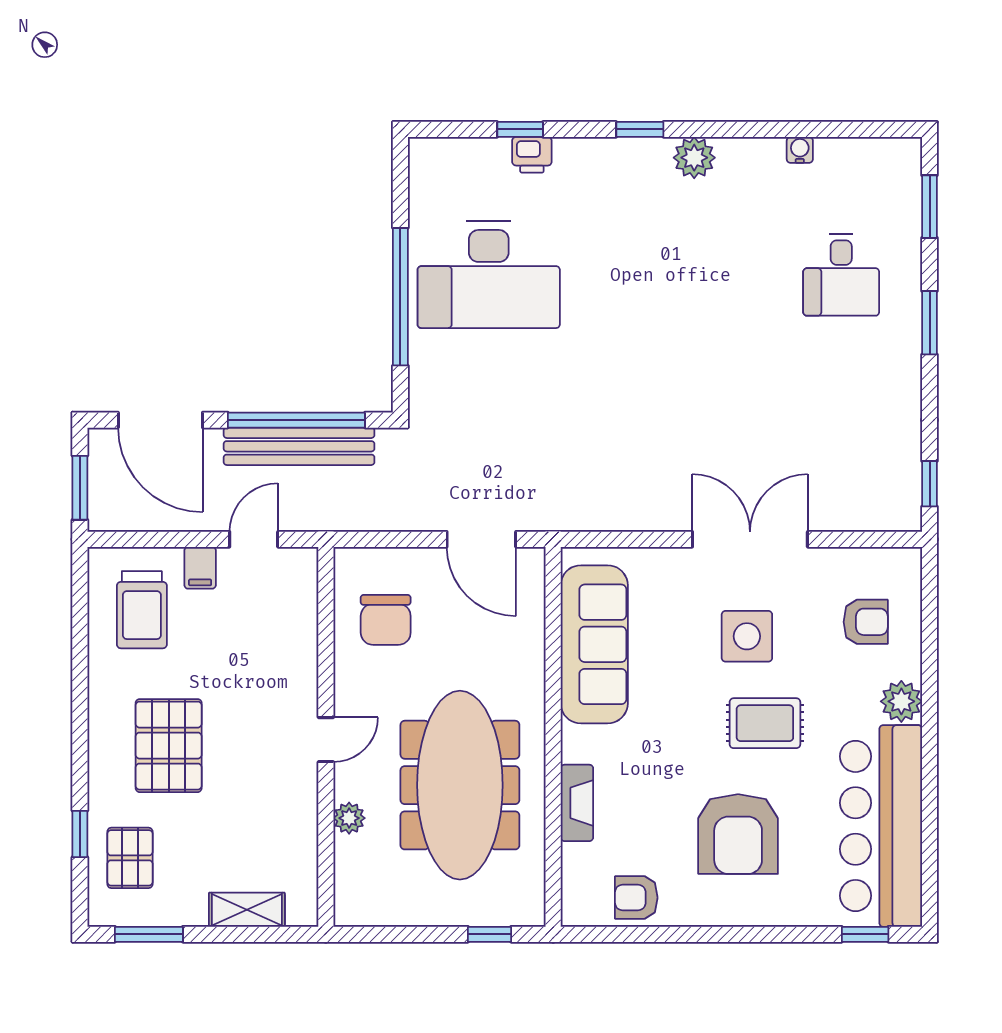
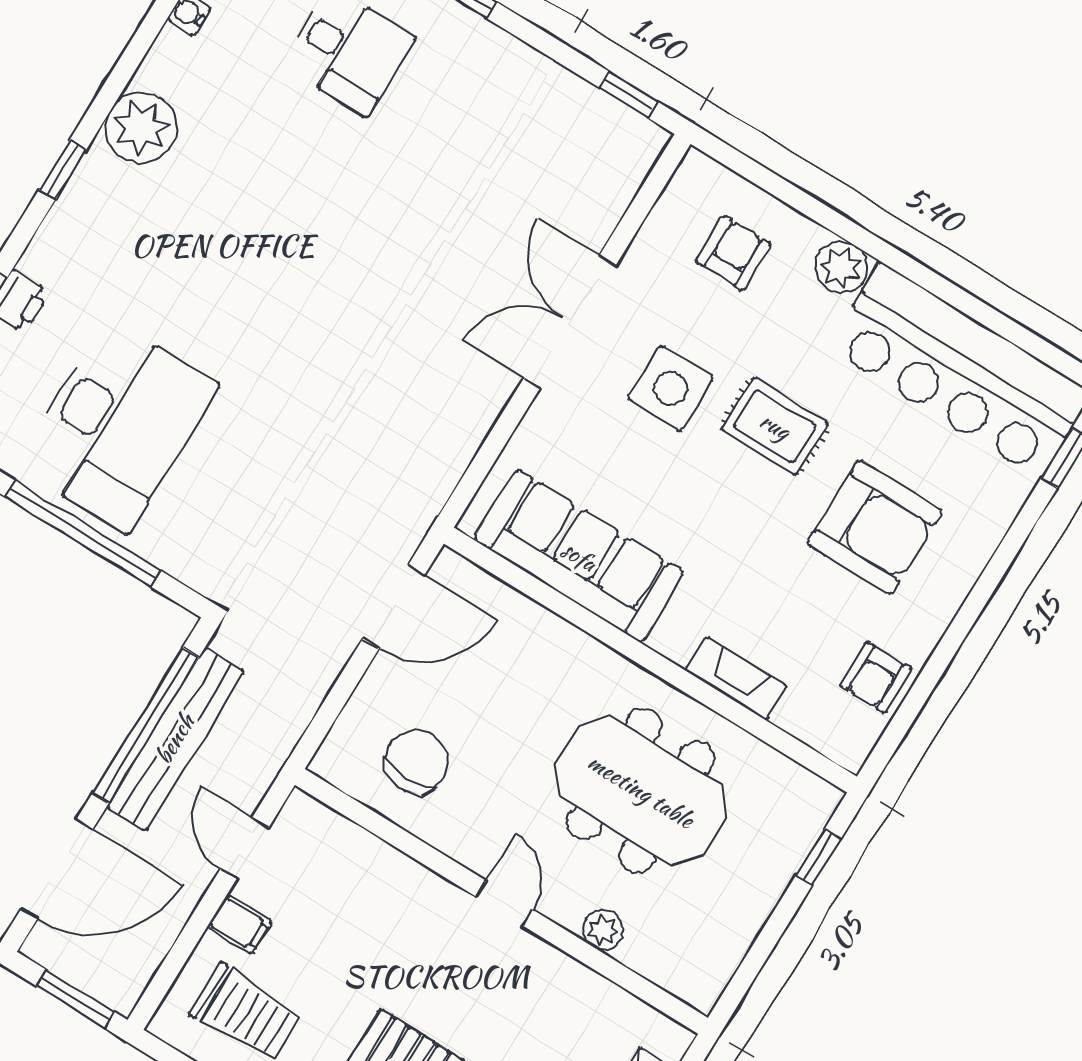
plant: (694, 158) -> (141, 128), width x1.36, depth x1.36
chair: (386, 620) -> (416, 761), turned -90
rug: (765, 723) -> (775, 426), turned 90
meeting table: (460, 785) -> (641, 791), width x0.73

